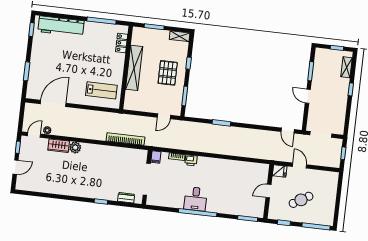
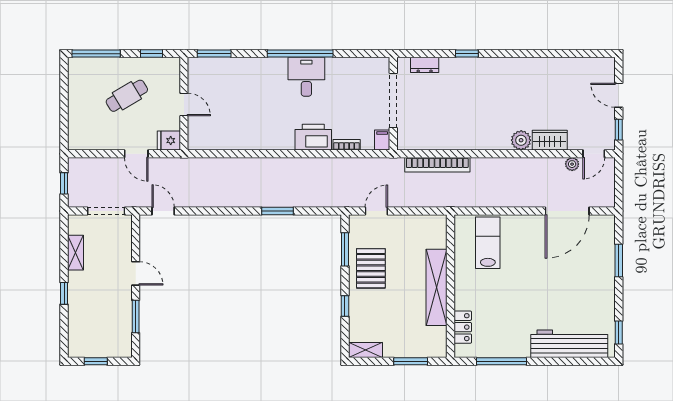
shelving: (347, 67) -> (75, 253), moved
pallet: (168, 73) -> (371, 268), moved
lab bench: (101, 90) -> (488, 243), turned 90
printer: (191, 160) -> (313, 137), width x1.87, depth x1.48
door: (16, 167) -> (619, 95), hinge flipped
door: (268, 191) -> (184, 104), hinge flipped

